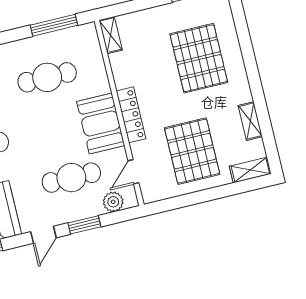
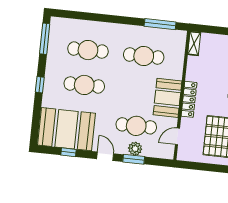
plant: (113, 202) -> (135, 149), moved
door: (43, 235) -> (105, 156), swing flipped

